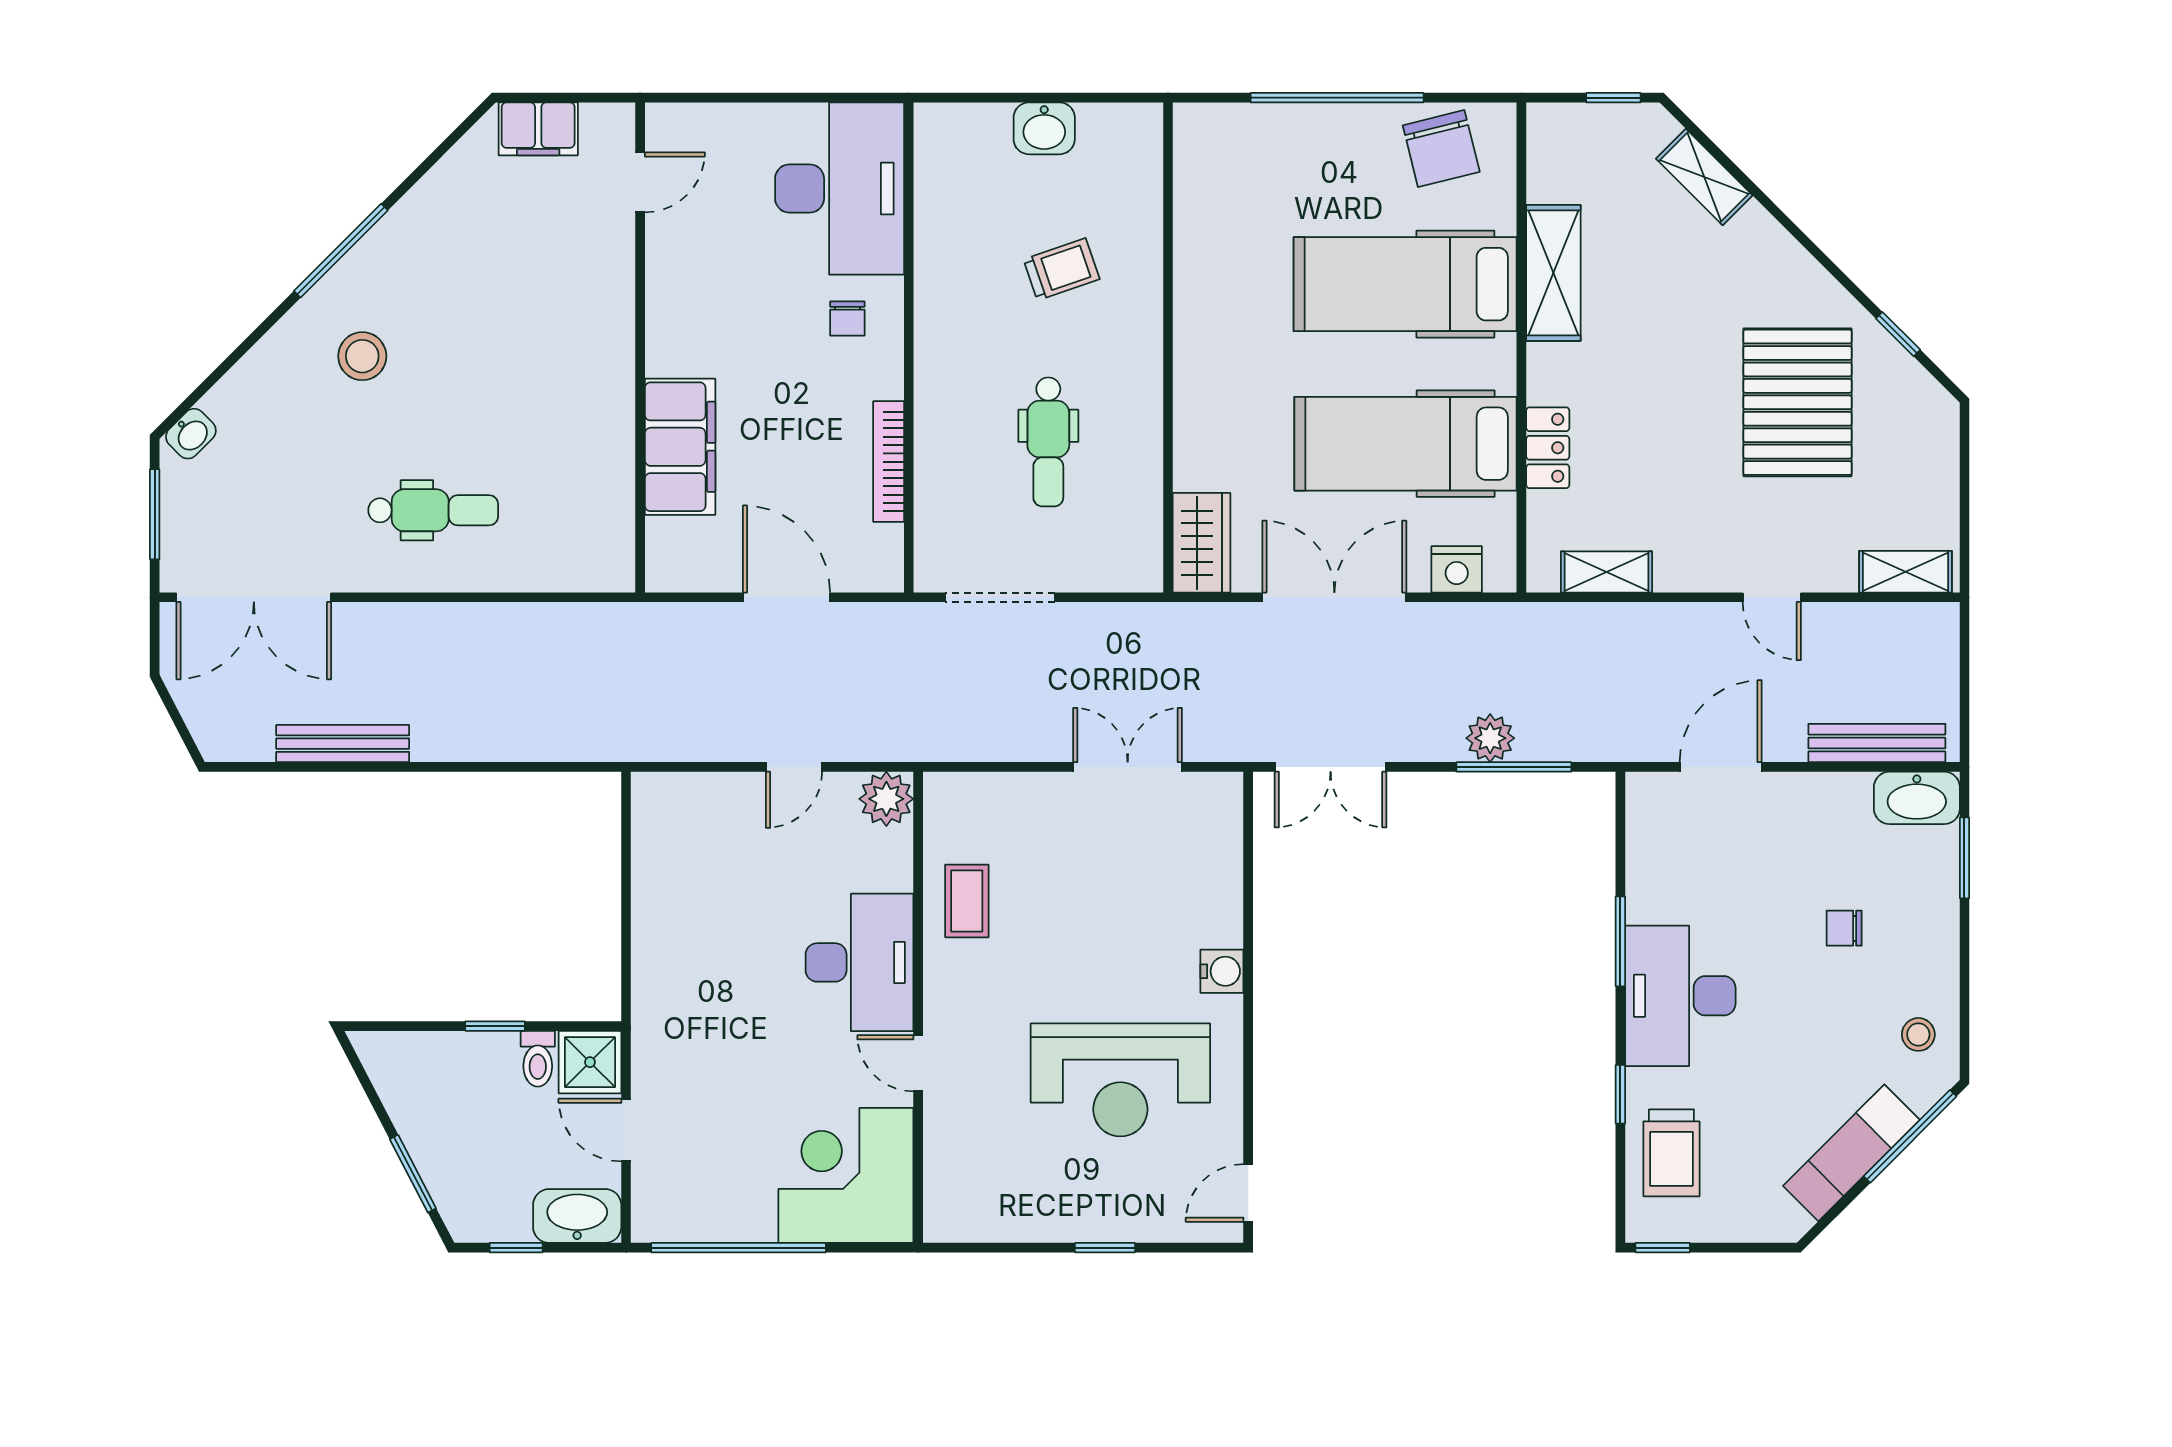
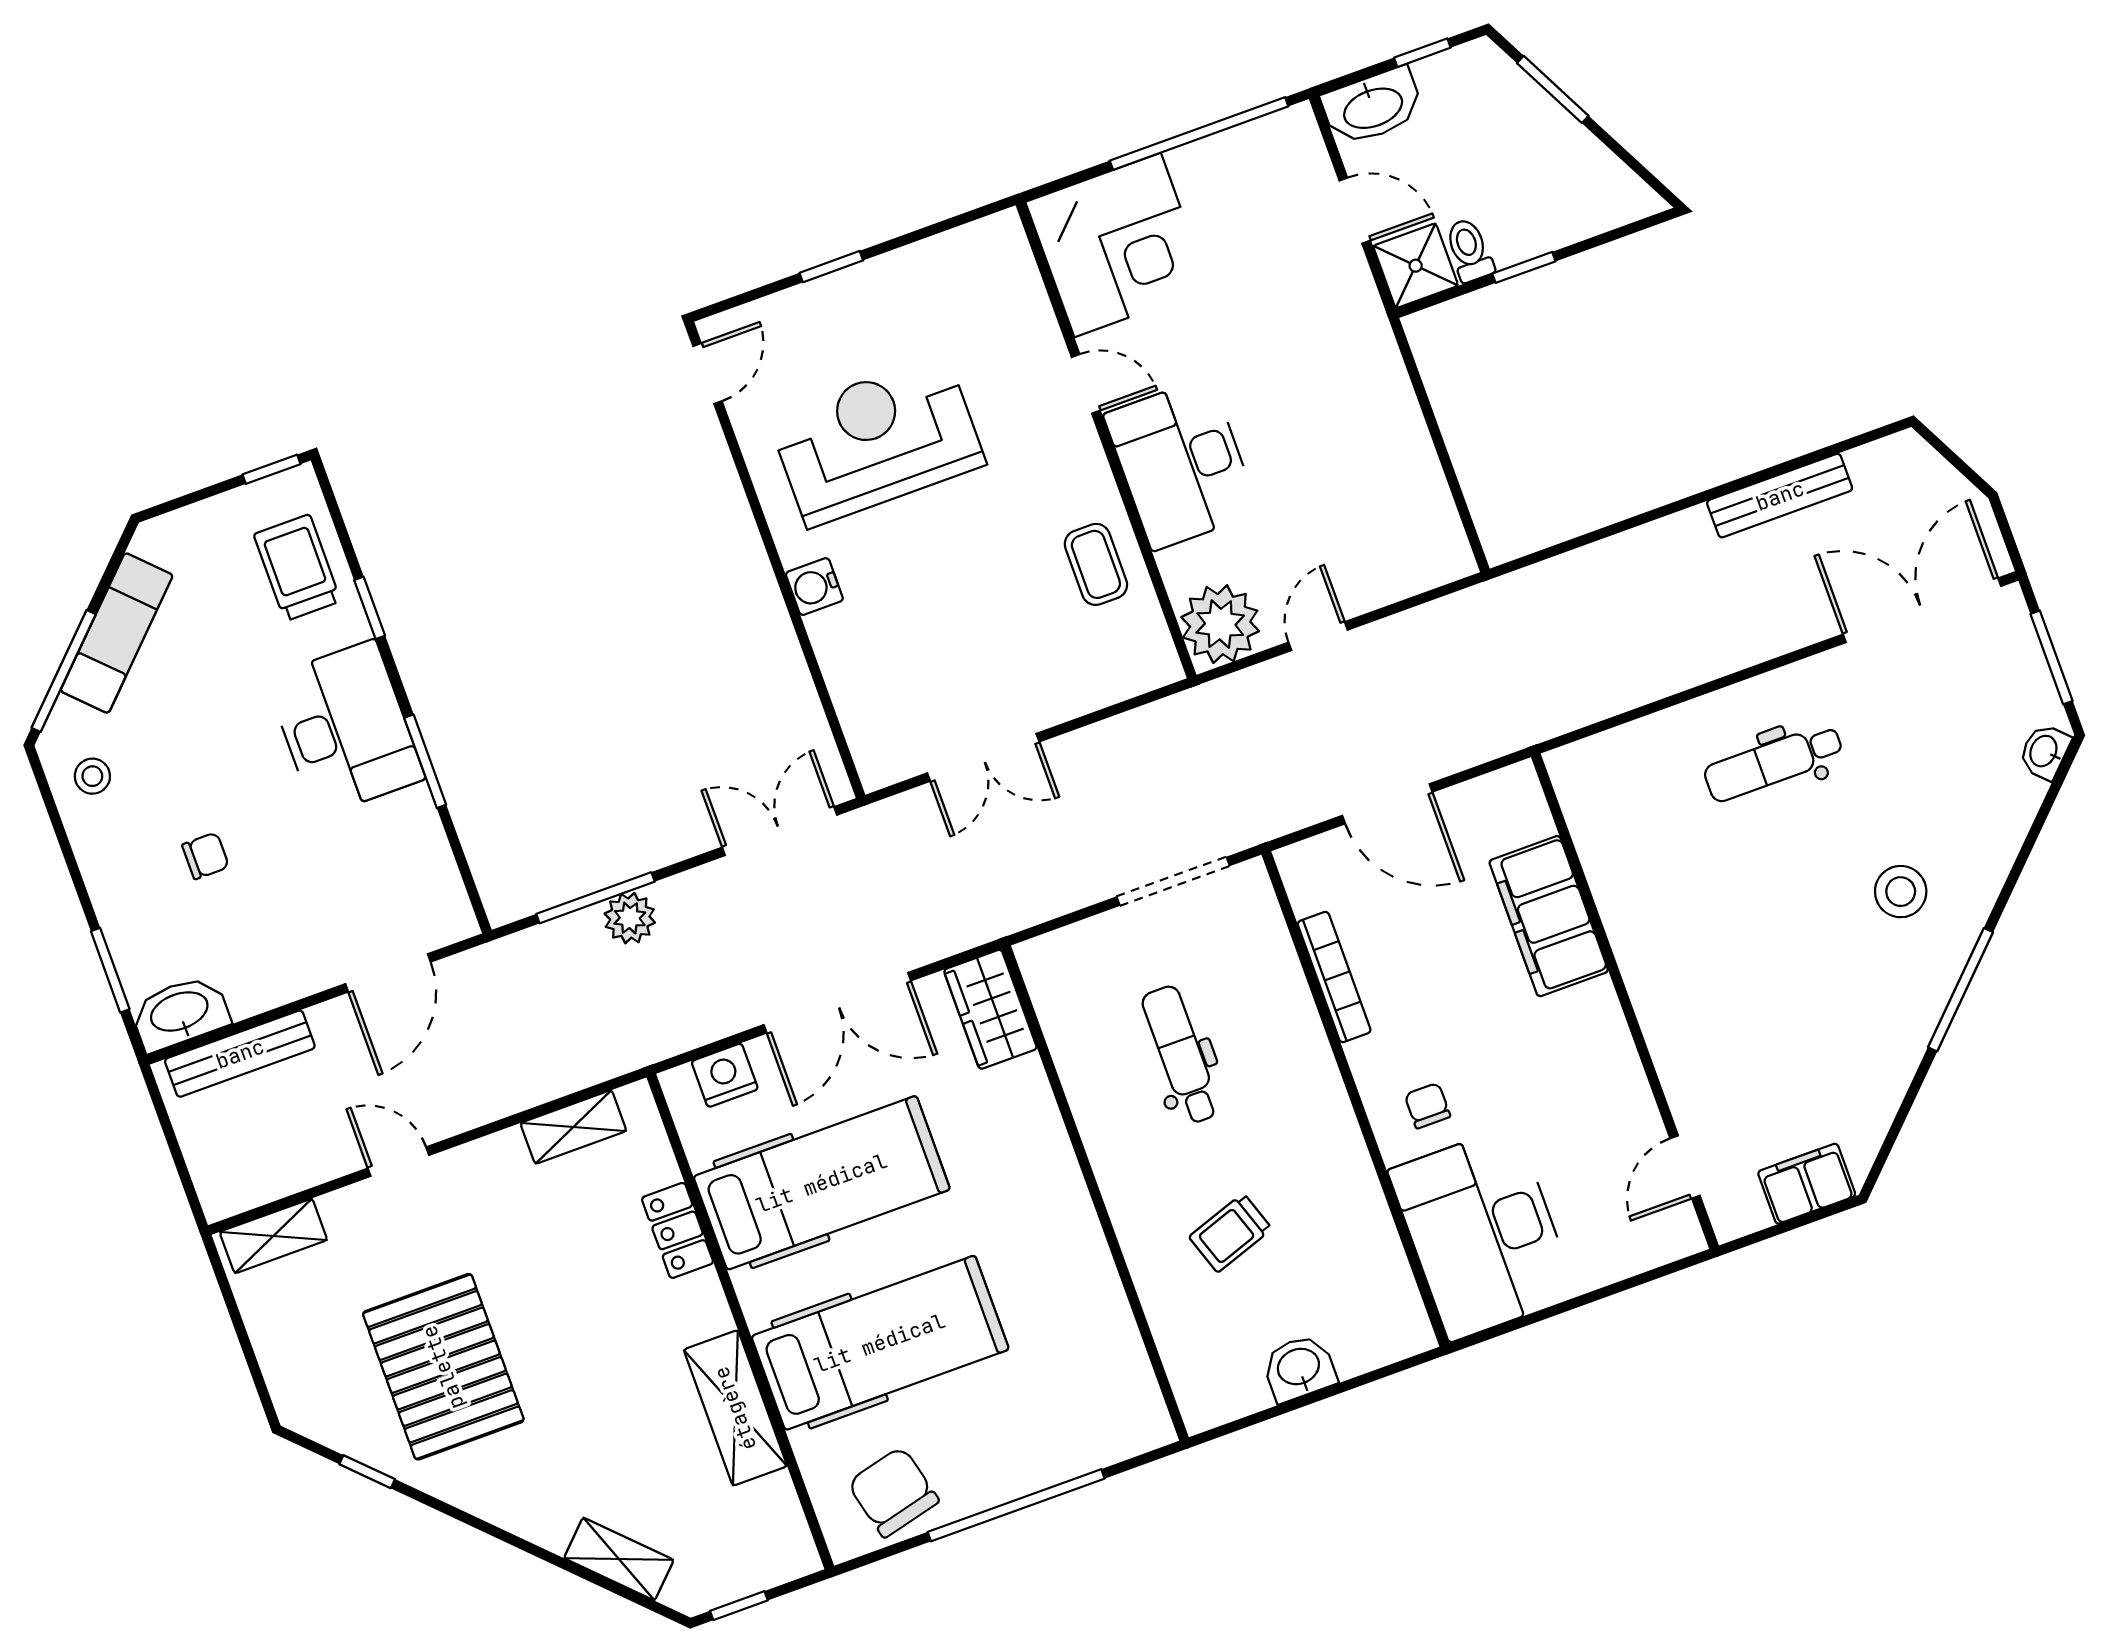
plant: (886, 799) -> (1220, 624), width x1.36, depth x1.36

